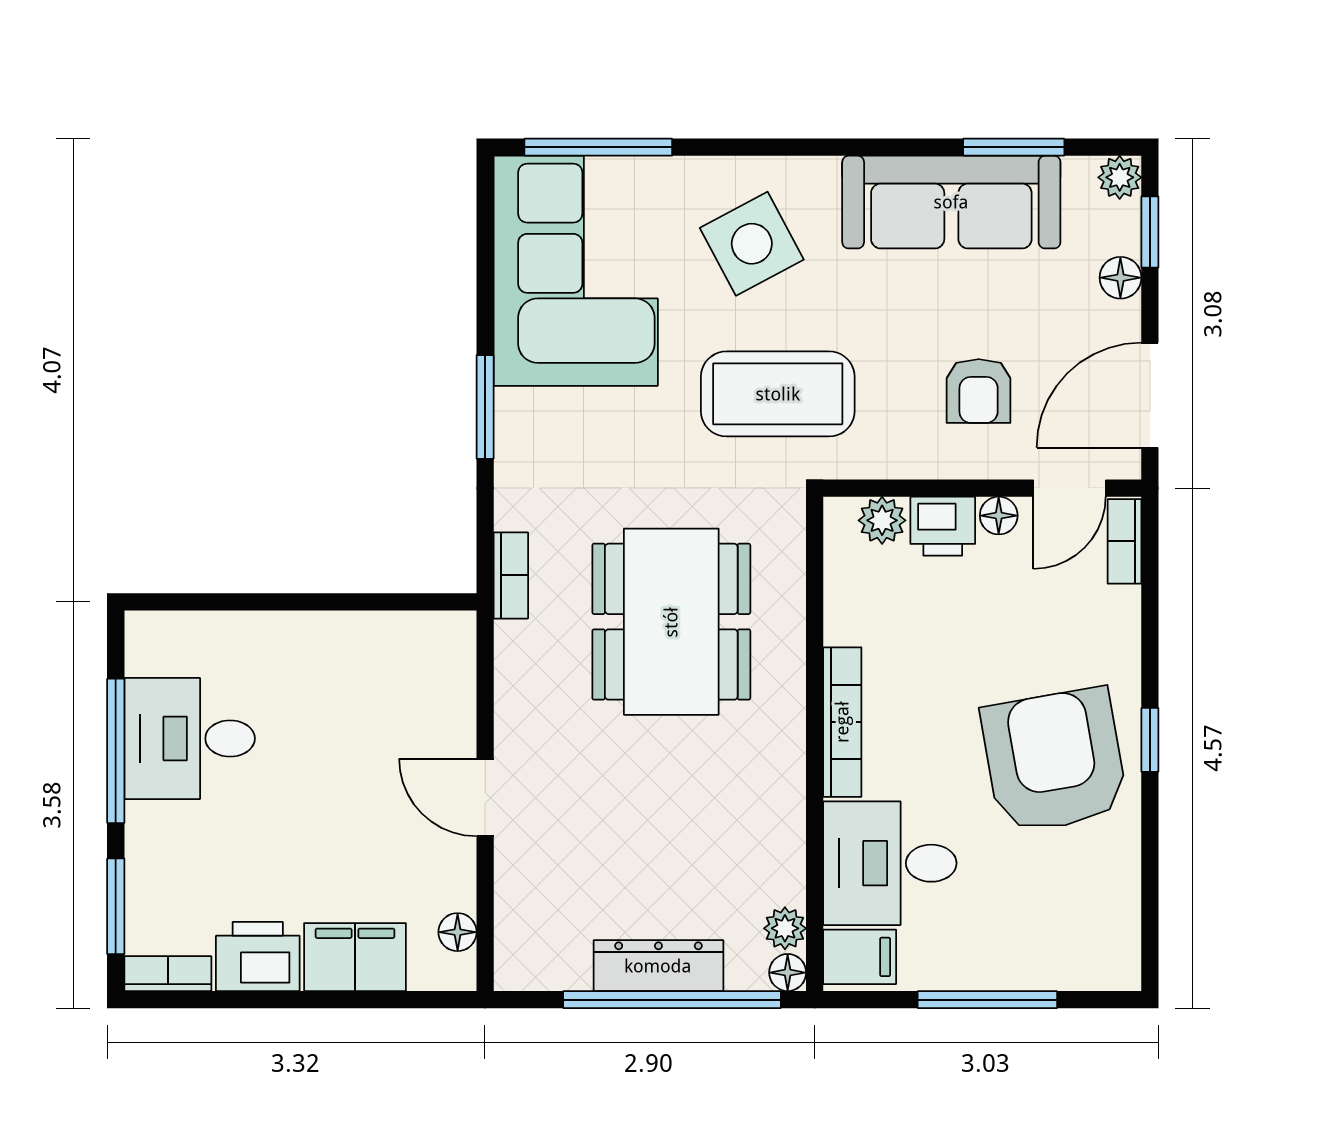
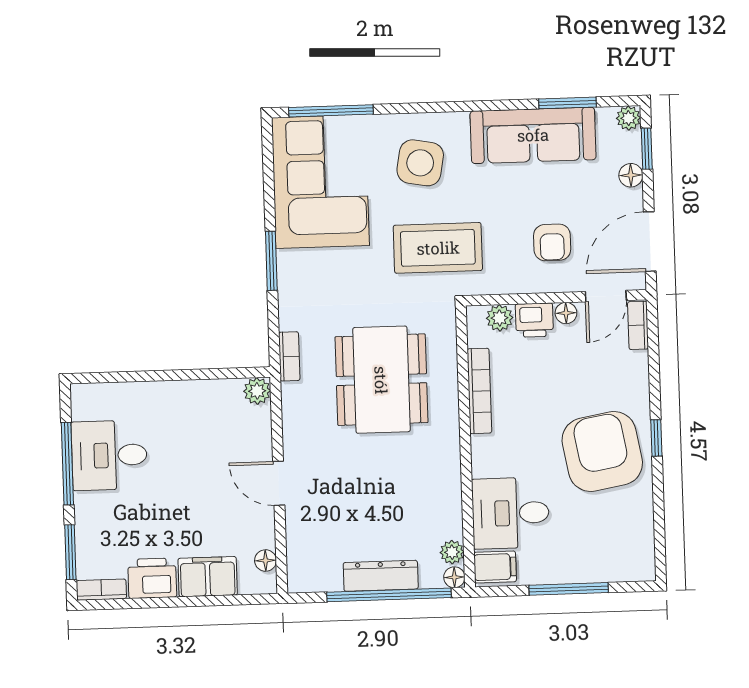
side table: (752, 244) -> (420, 163), turned 38
plant: (453, 634) -> (257, 391), added
bookcase: (842, 722) -> (479, 391), moved

